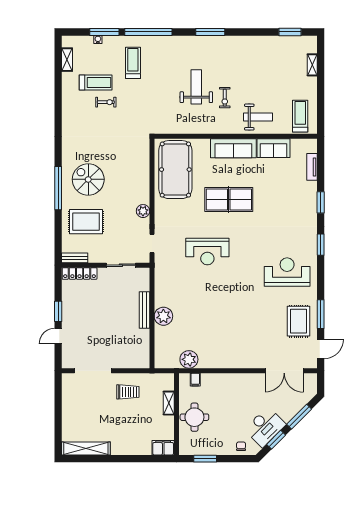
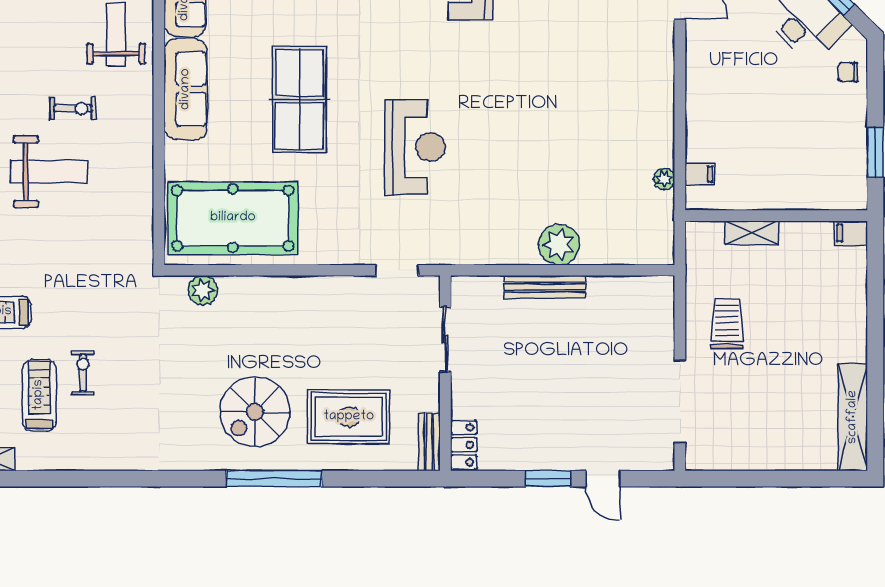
weight bench: (196, 87) -> (49, 172), turned 180
plant: (143, 211) -> (203, 290), moved
rug: (86, 222) -> (349, 417), turned 90
locker: (80, 273) -> (464, 445), width x0.66
plant: (189, 359) -> (664, 179), width x0.53, depth x0.53
round table: (194, 417) -> (783, 176), removed
filing cabinet: (163, 448) -> (851, 233), width x0.50

